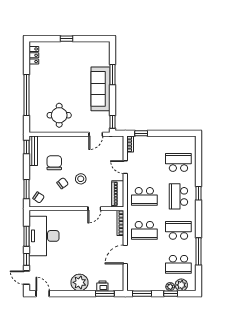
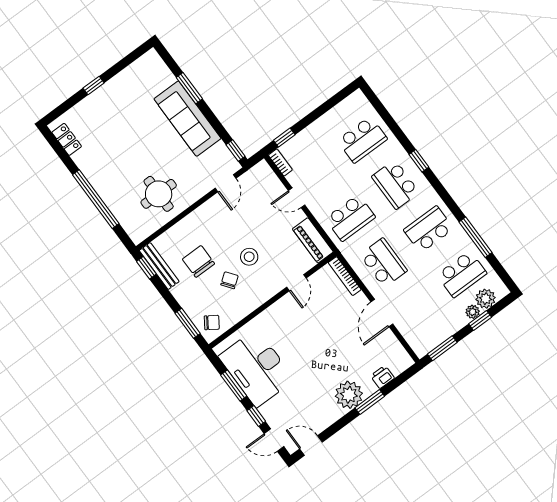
school desk: (178, 162) -> (362, 140), turned 180
school desk: (144, 230) -> (383, 263), turned -90
window: (105, 294) -> (370, 402), moved

